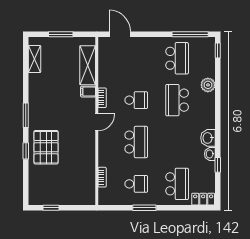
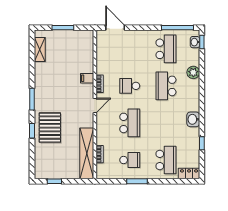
shelving: (88, 65) -> (87, 153), moved, width x1.47
school desk: (136, 100) -> (130, 86), turned 180
washbasin: (210, 154) -> (195, 42), moved

